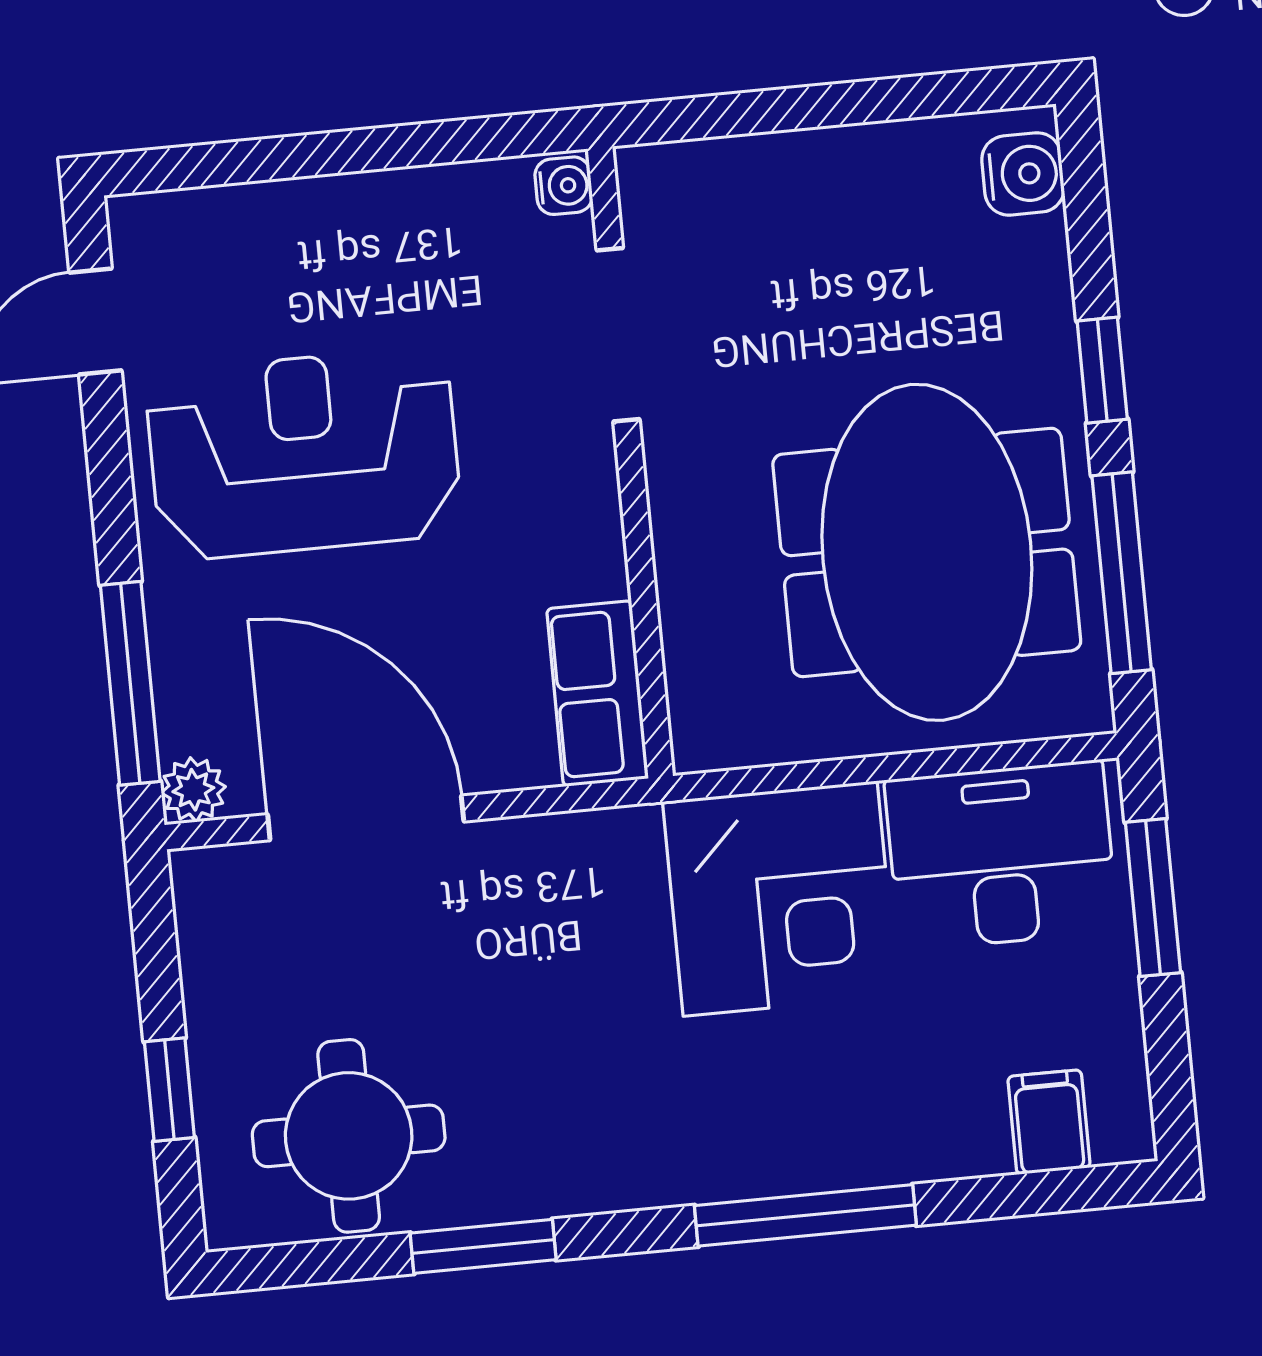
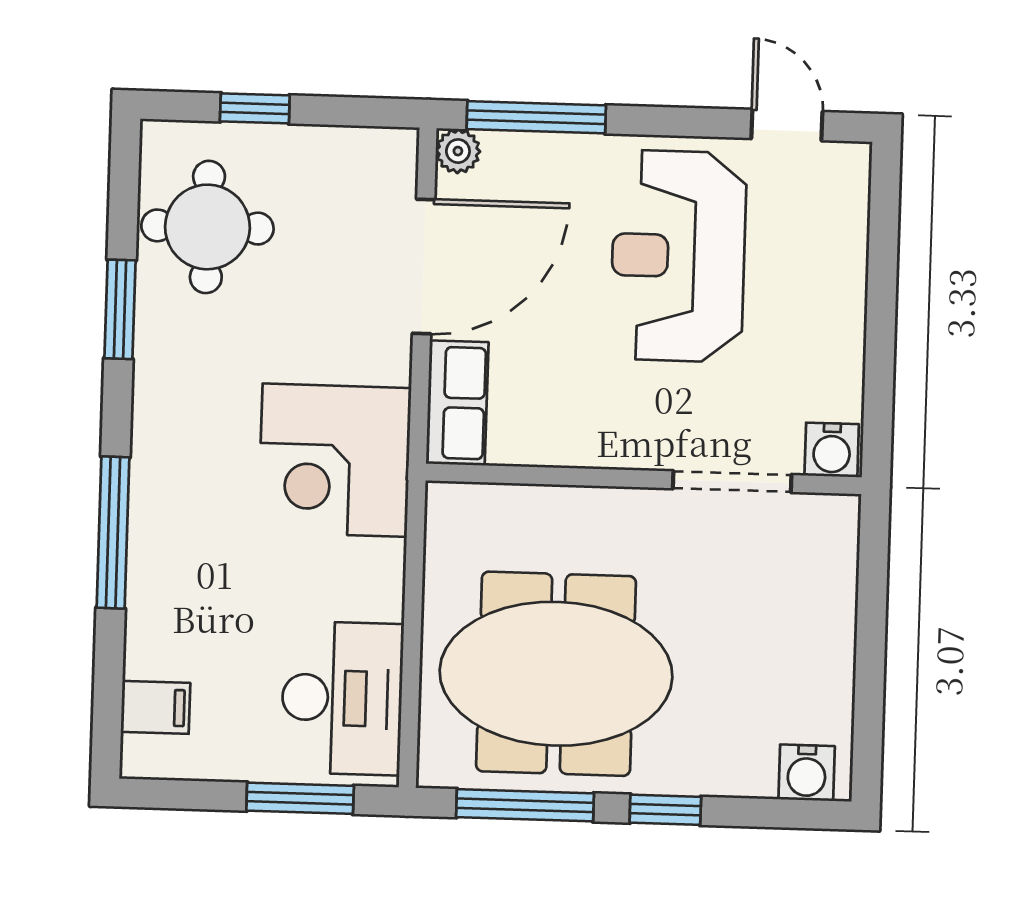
water cooler: (564, 186) -> (832, 450), width x1.38, depth x1.38
reception desk: (304, 454) -> (678, 256), turned 180
row of seats: (598, 694) -> (457, 403), moved, turned 90
corner desk: (780, 899) -> (335, 460), moved

